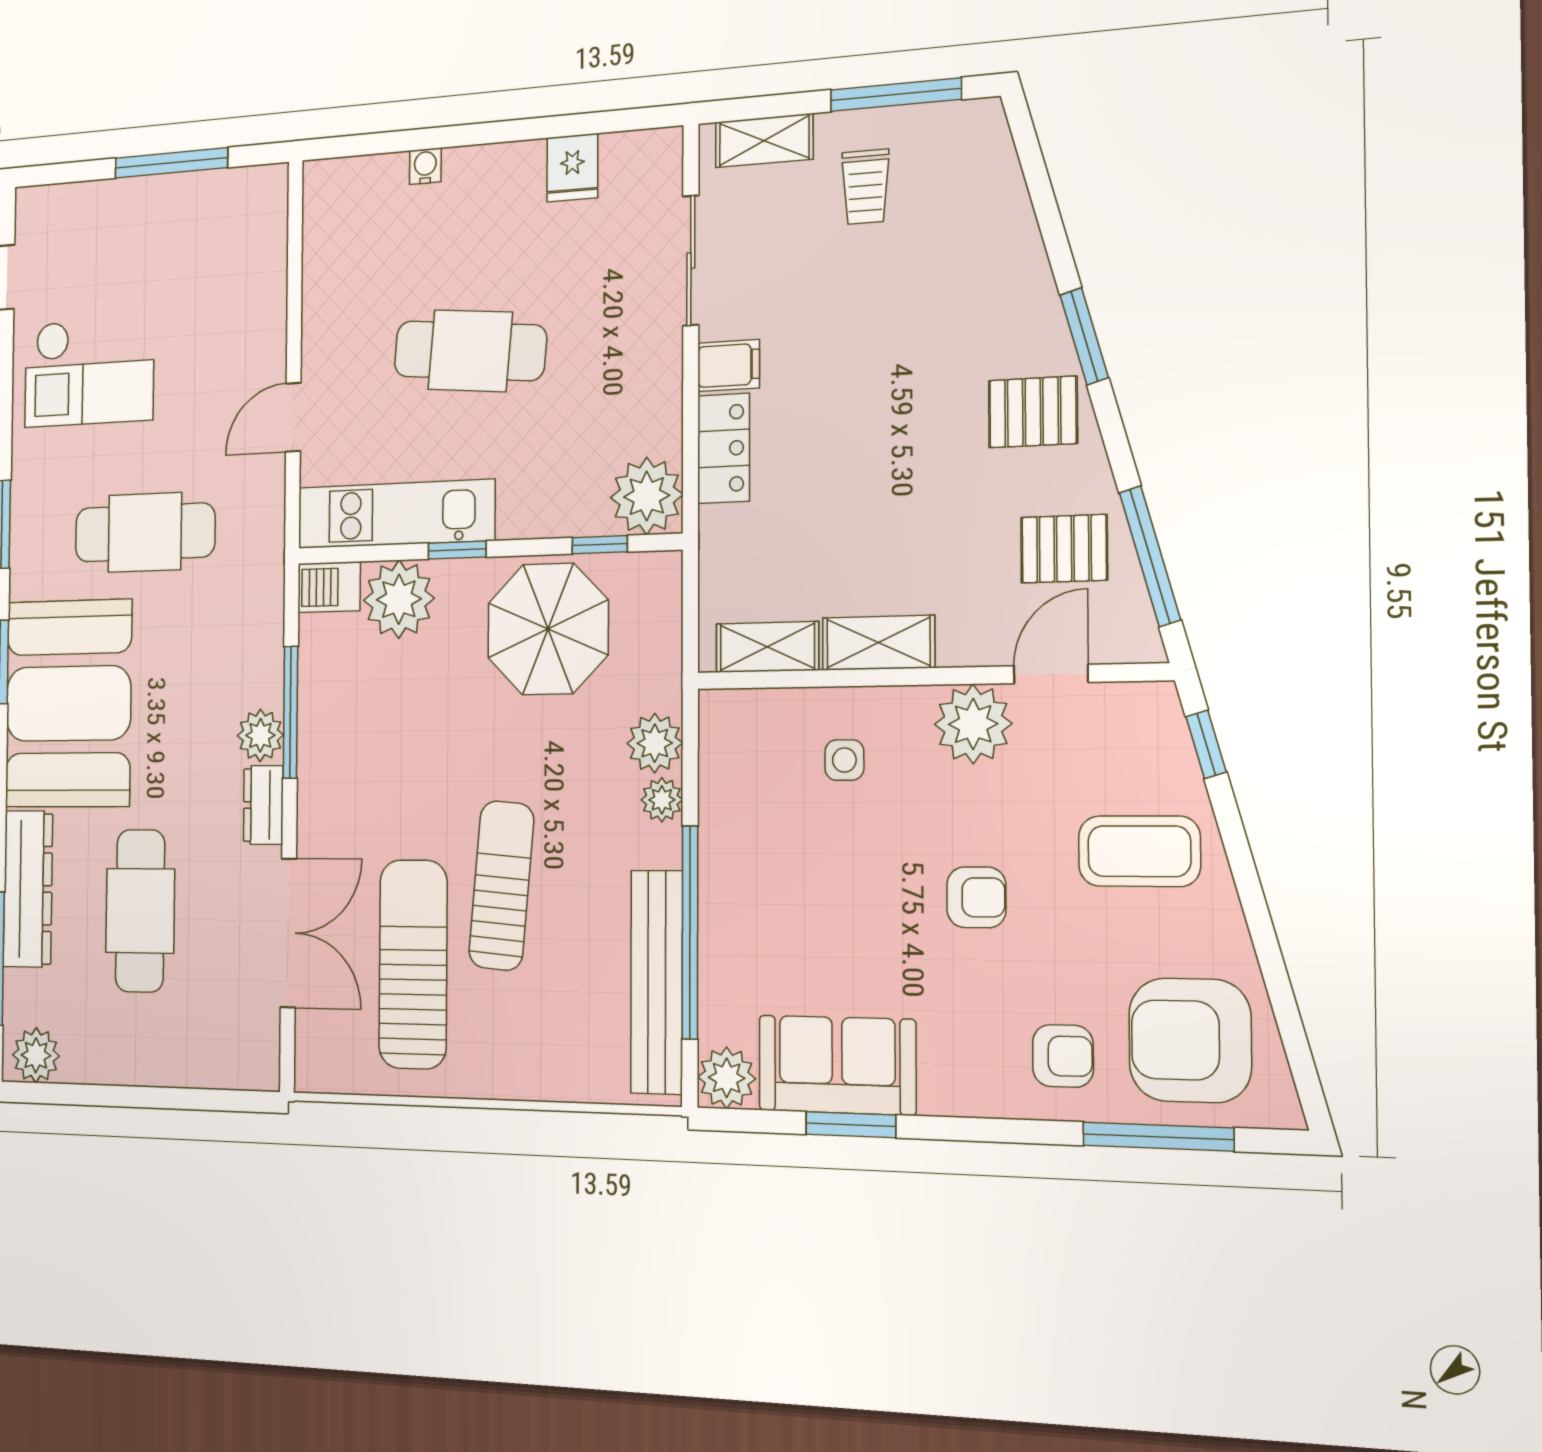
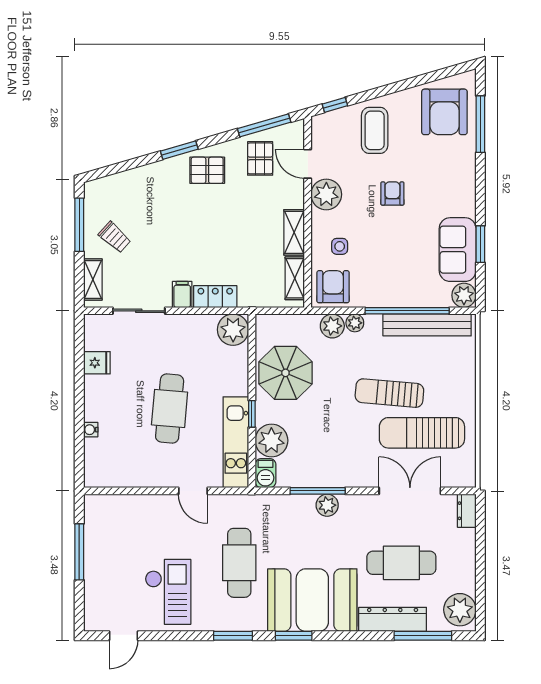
trolley: (865, 187) -> (115, 237), turned 42
pallet: (1033, 412) -> (207, 170), turned 90
window: (600, 545) -> (252, 350), removed
dresser: (263, 805) -> (467, 511), moved, turned 90
plant: (36, 1055) -> (460, 610), width x1.36, depth x1.36
armchair: (1063, 1056) -> (333, 287), moved, width x1.38, depth x1.38

